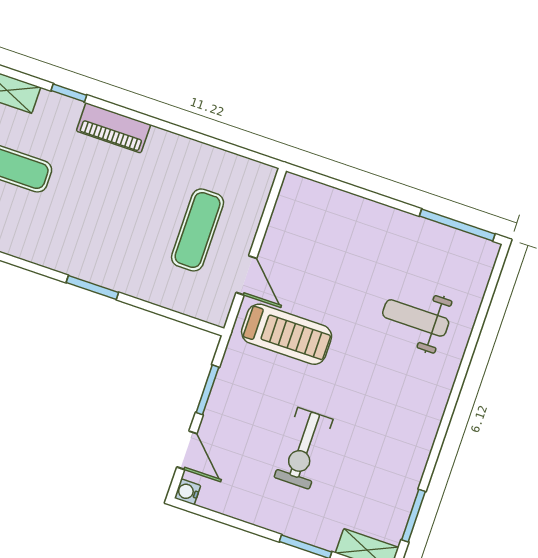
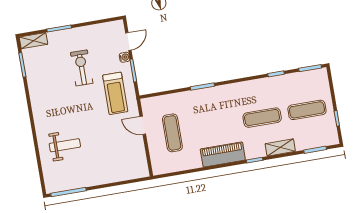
piano: (113, 128) -> (223, 154), width x1.37, depth x1.33
treadmill: (287, 334) -> (115, 93), moved, turned -90
door: (187, 450) -> (128, 42), swing flipped
water cooler: (188, 492) -> (125, 57), moved

